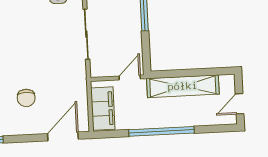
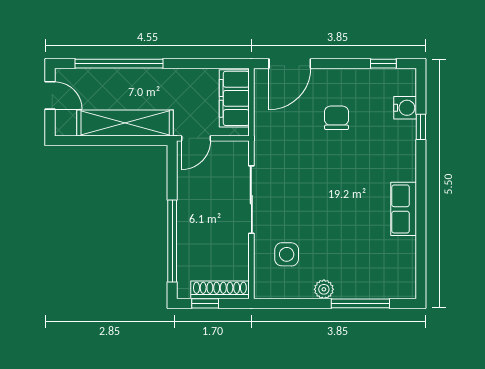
door: (240, 104) -> (50, 95), hinge flipped
window: (162, 131) -> (119, 64), moved

